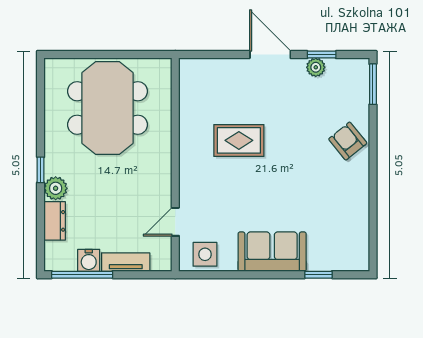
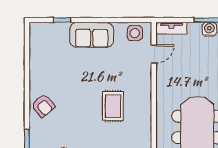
rug: (239, 140) -> (113, 106), turned 90
tv unit: (126, 262) -> (171, 28), moved

